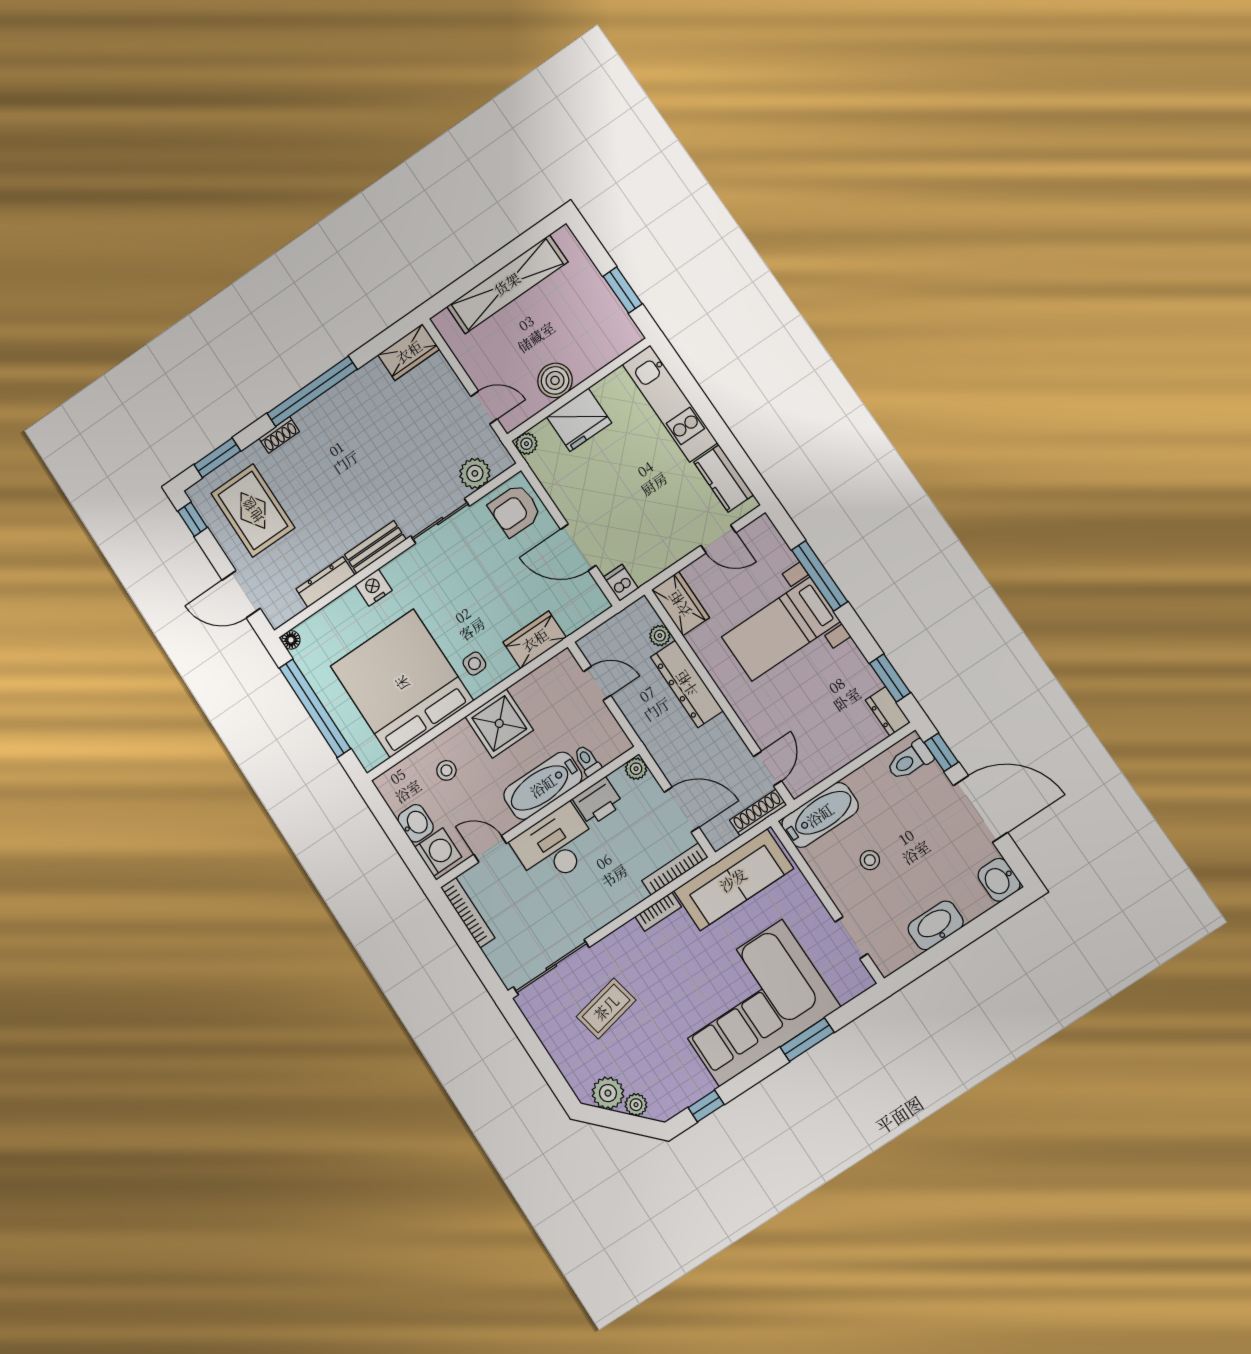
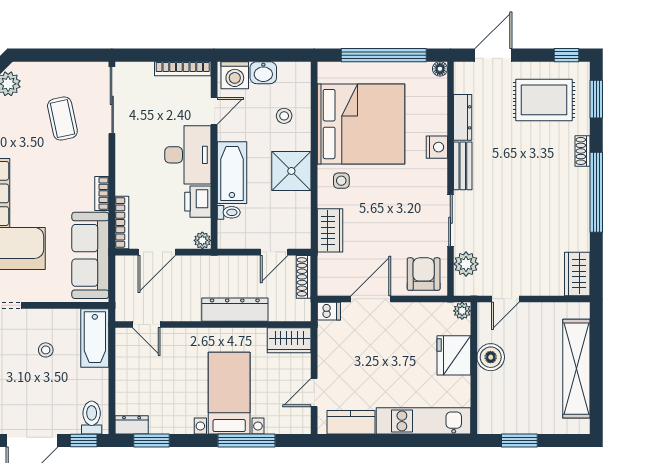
plant: (660, 636) -> (278, 313), removed
shoe rack: (758, 813) -> (304, 277), moved, turned 180

